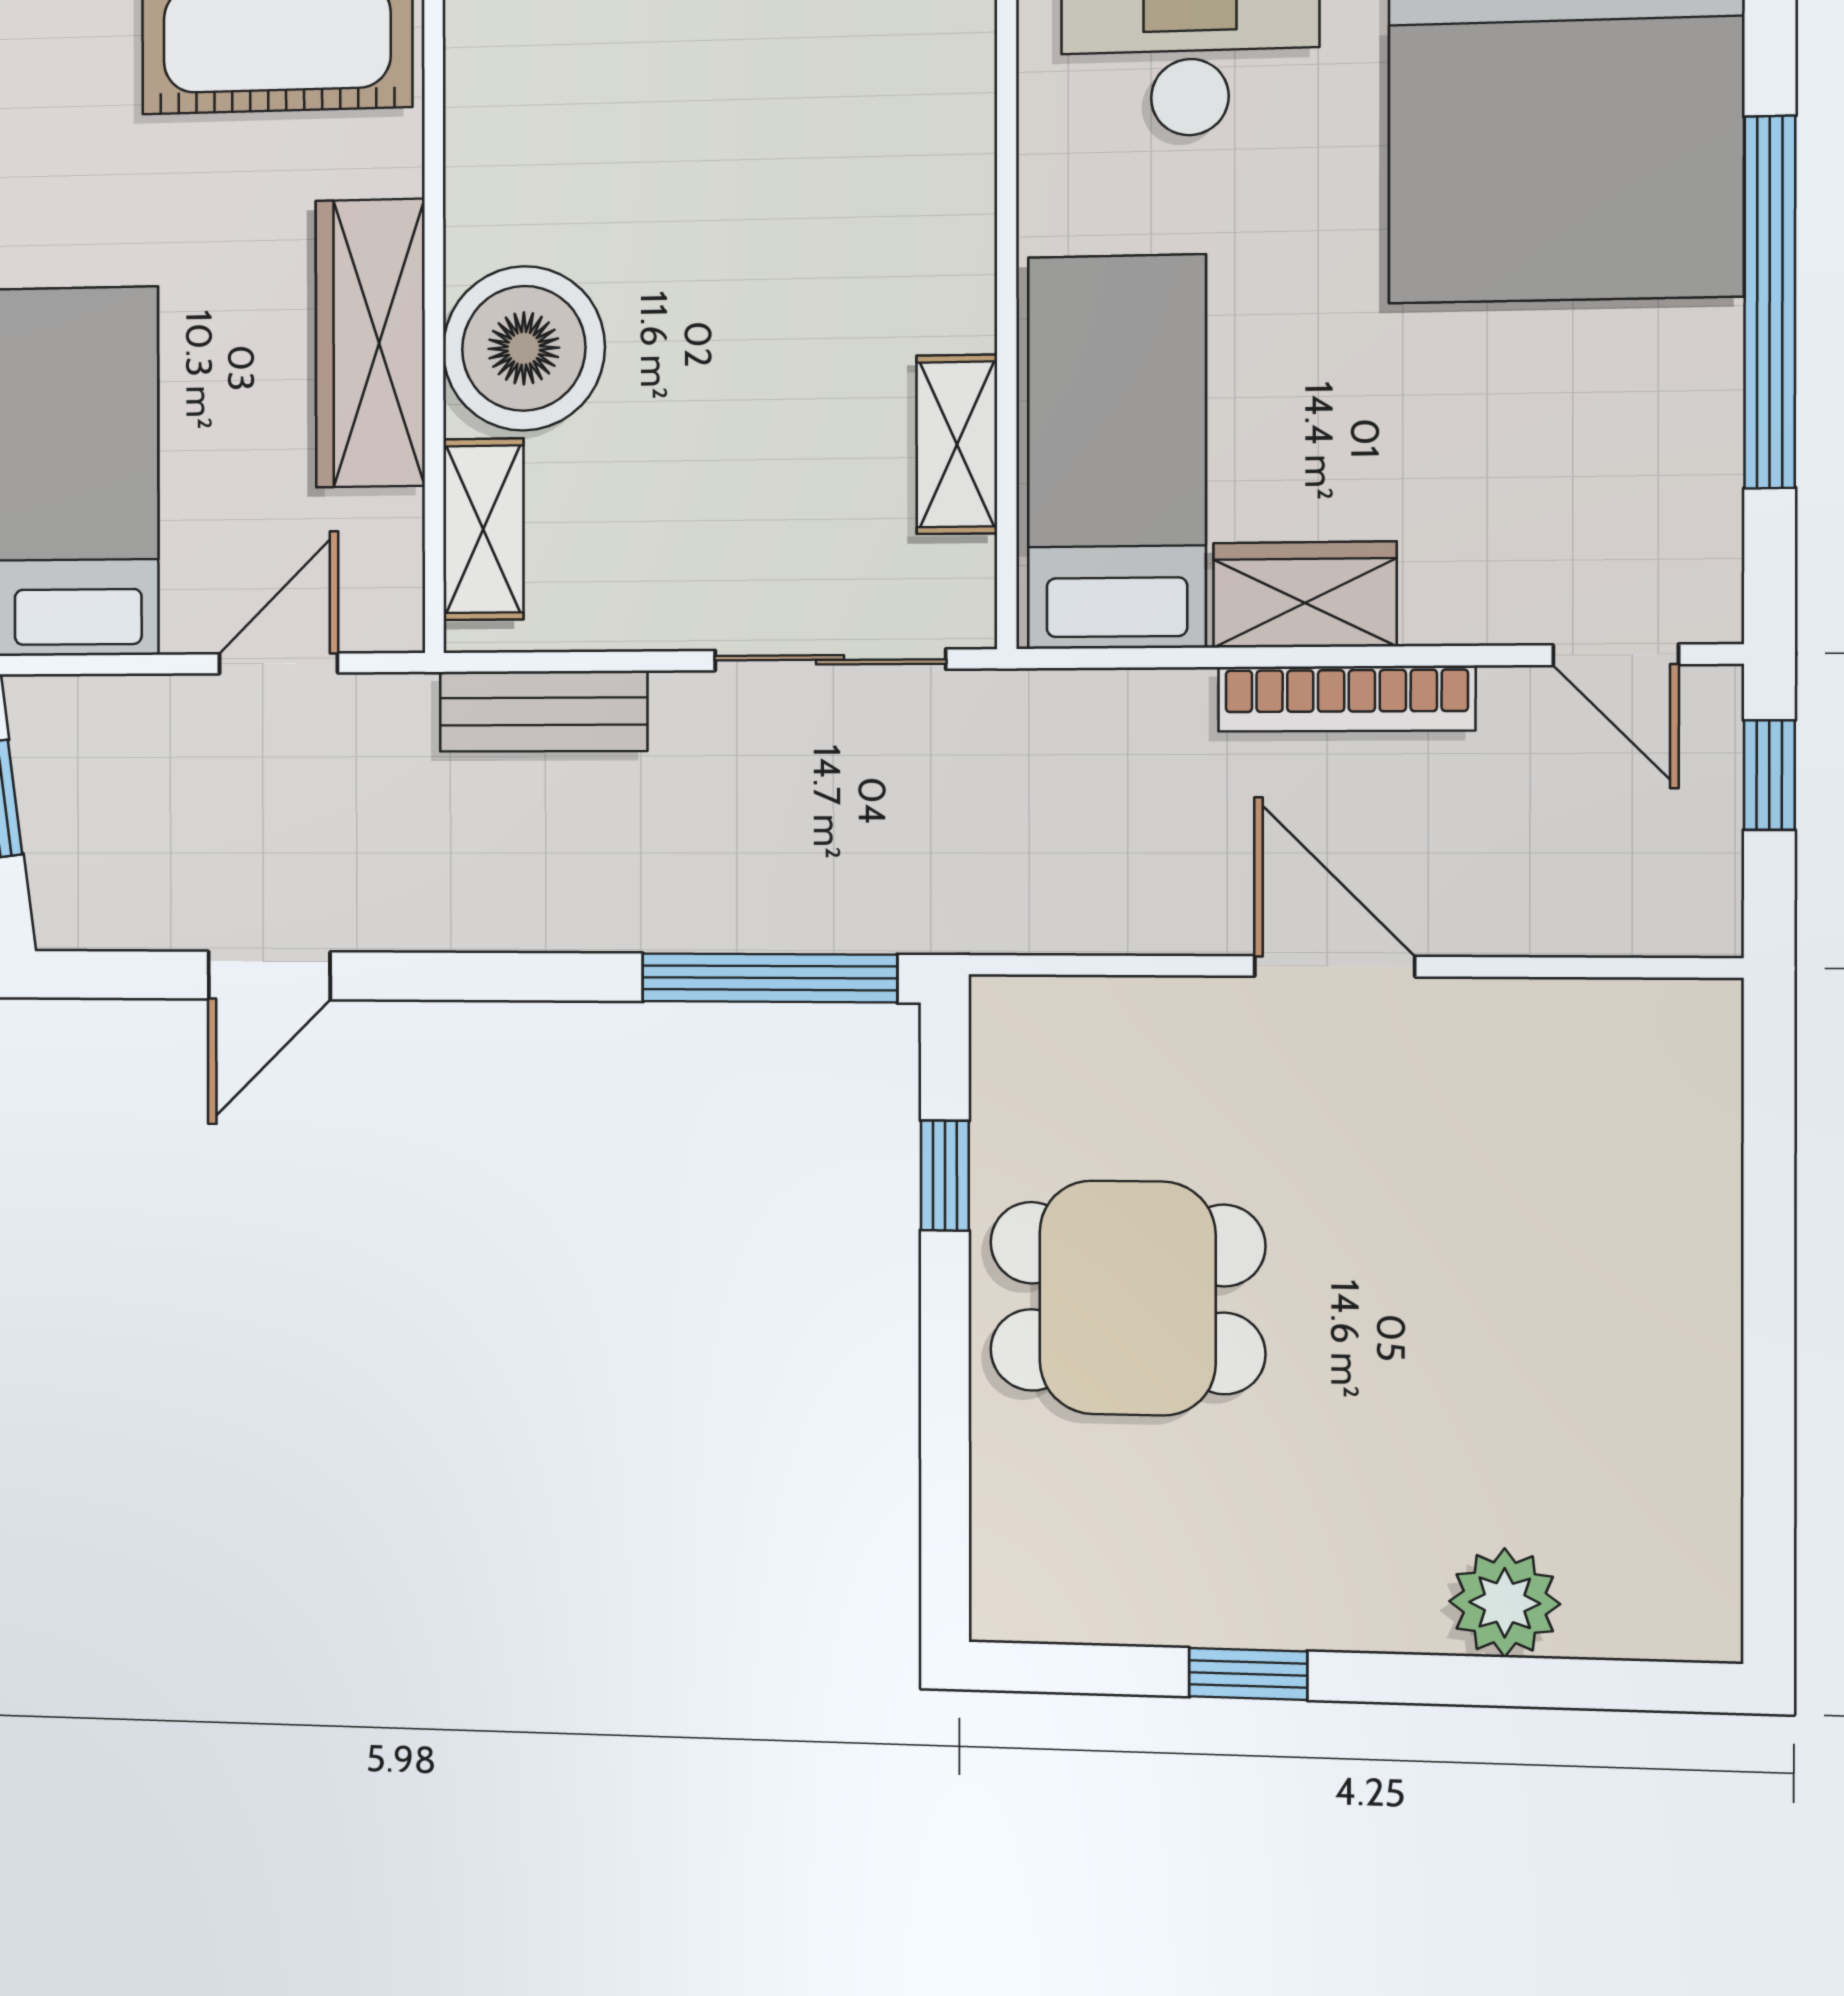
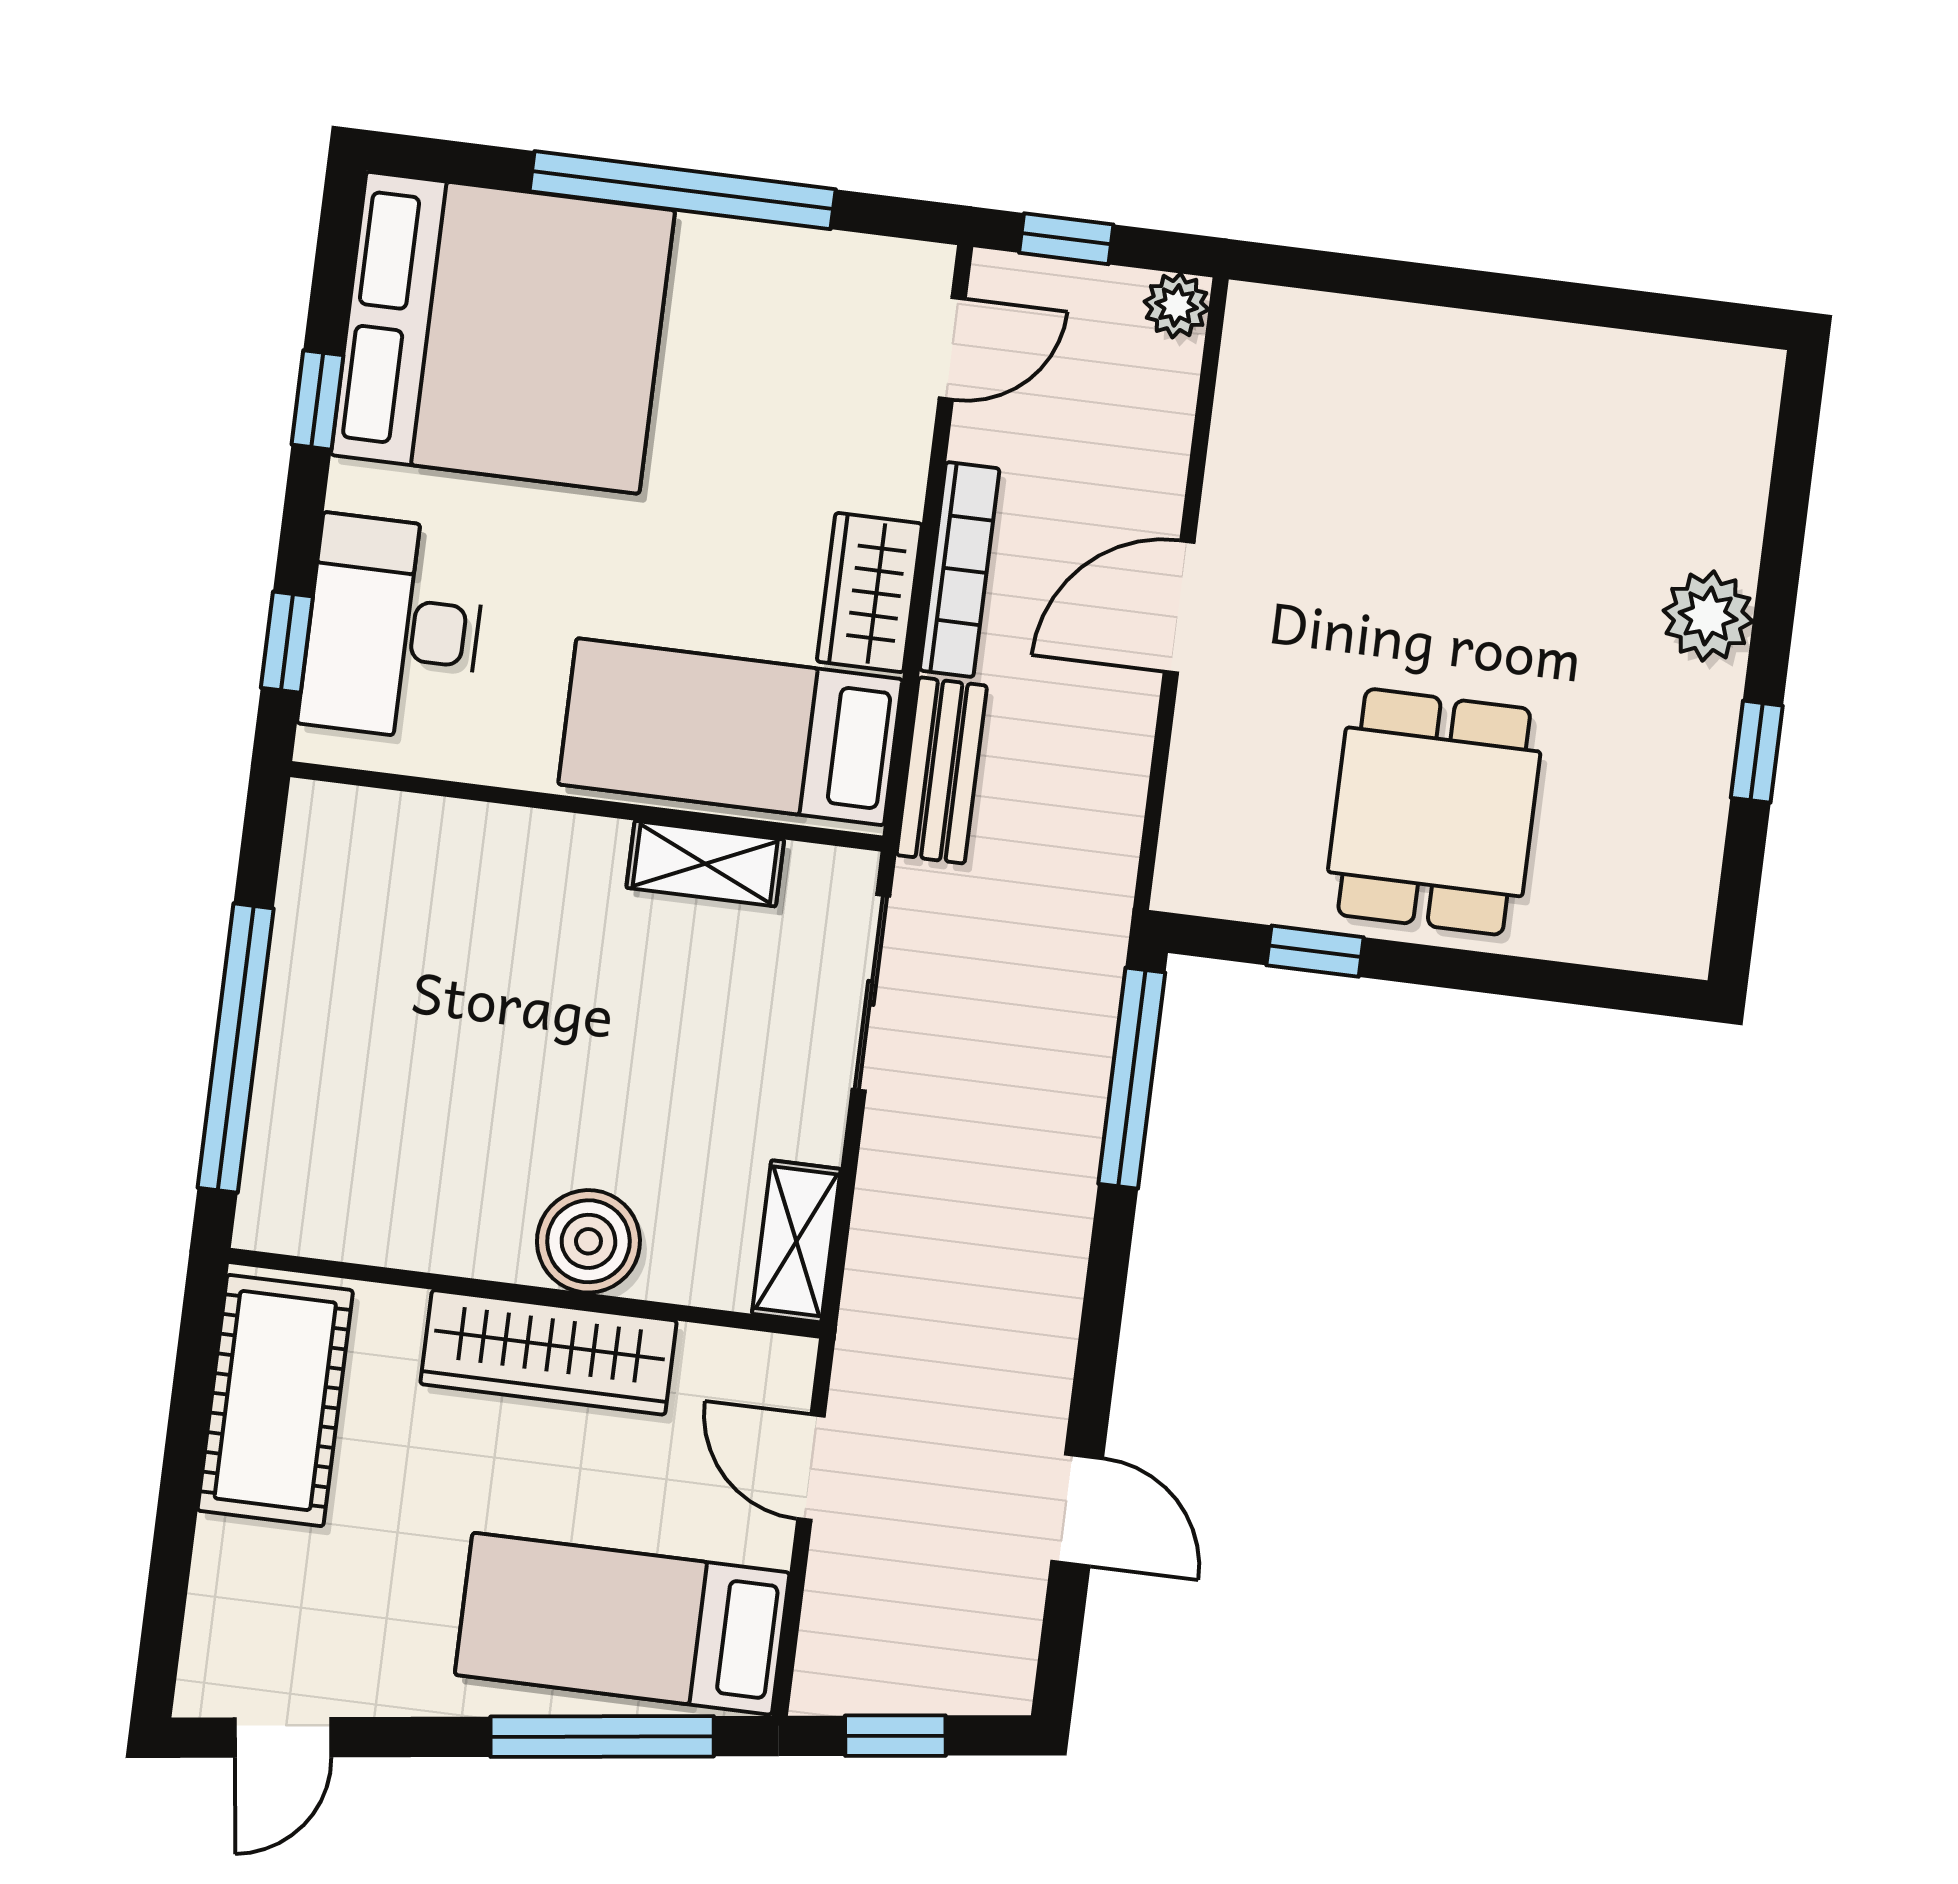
boiler: (524, 348) -> (588, 1241), width x0.73, depth x0.73
shelving: (483, 529) -> (796, 1241), moved, turned 90
bench: (543, 711) -> (942, 770), moved
plant: (1704, 919) -> (1177, 305), added
plant: (1505, 1603) -> (1708, 616), moved

